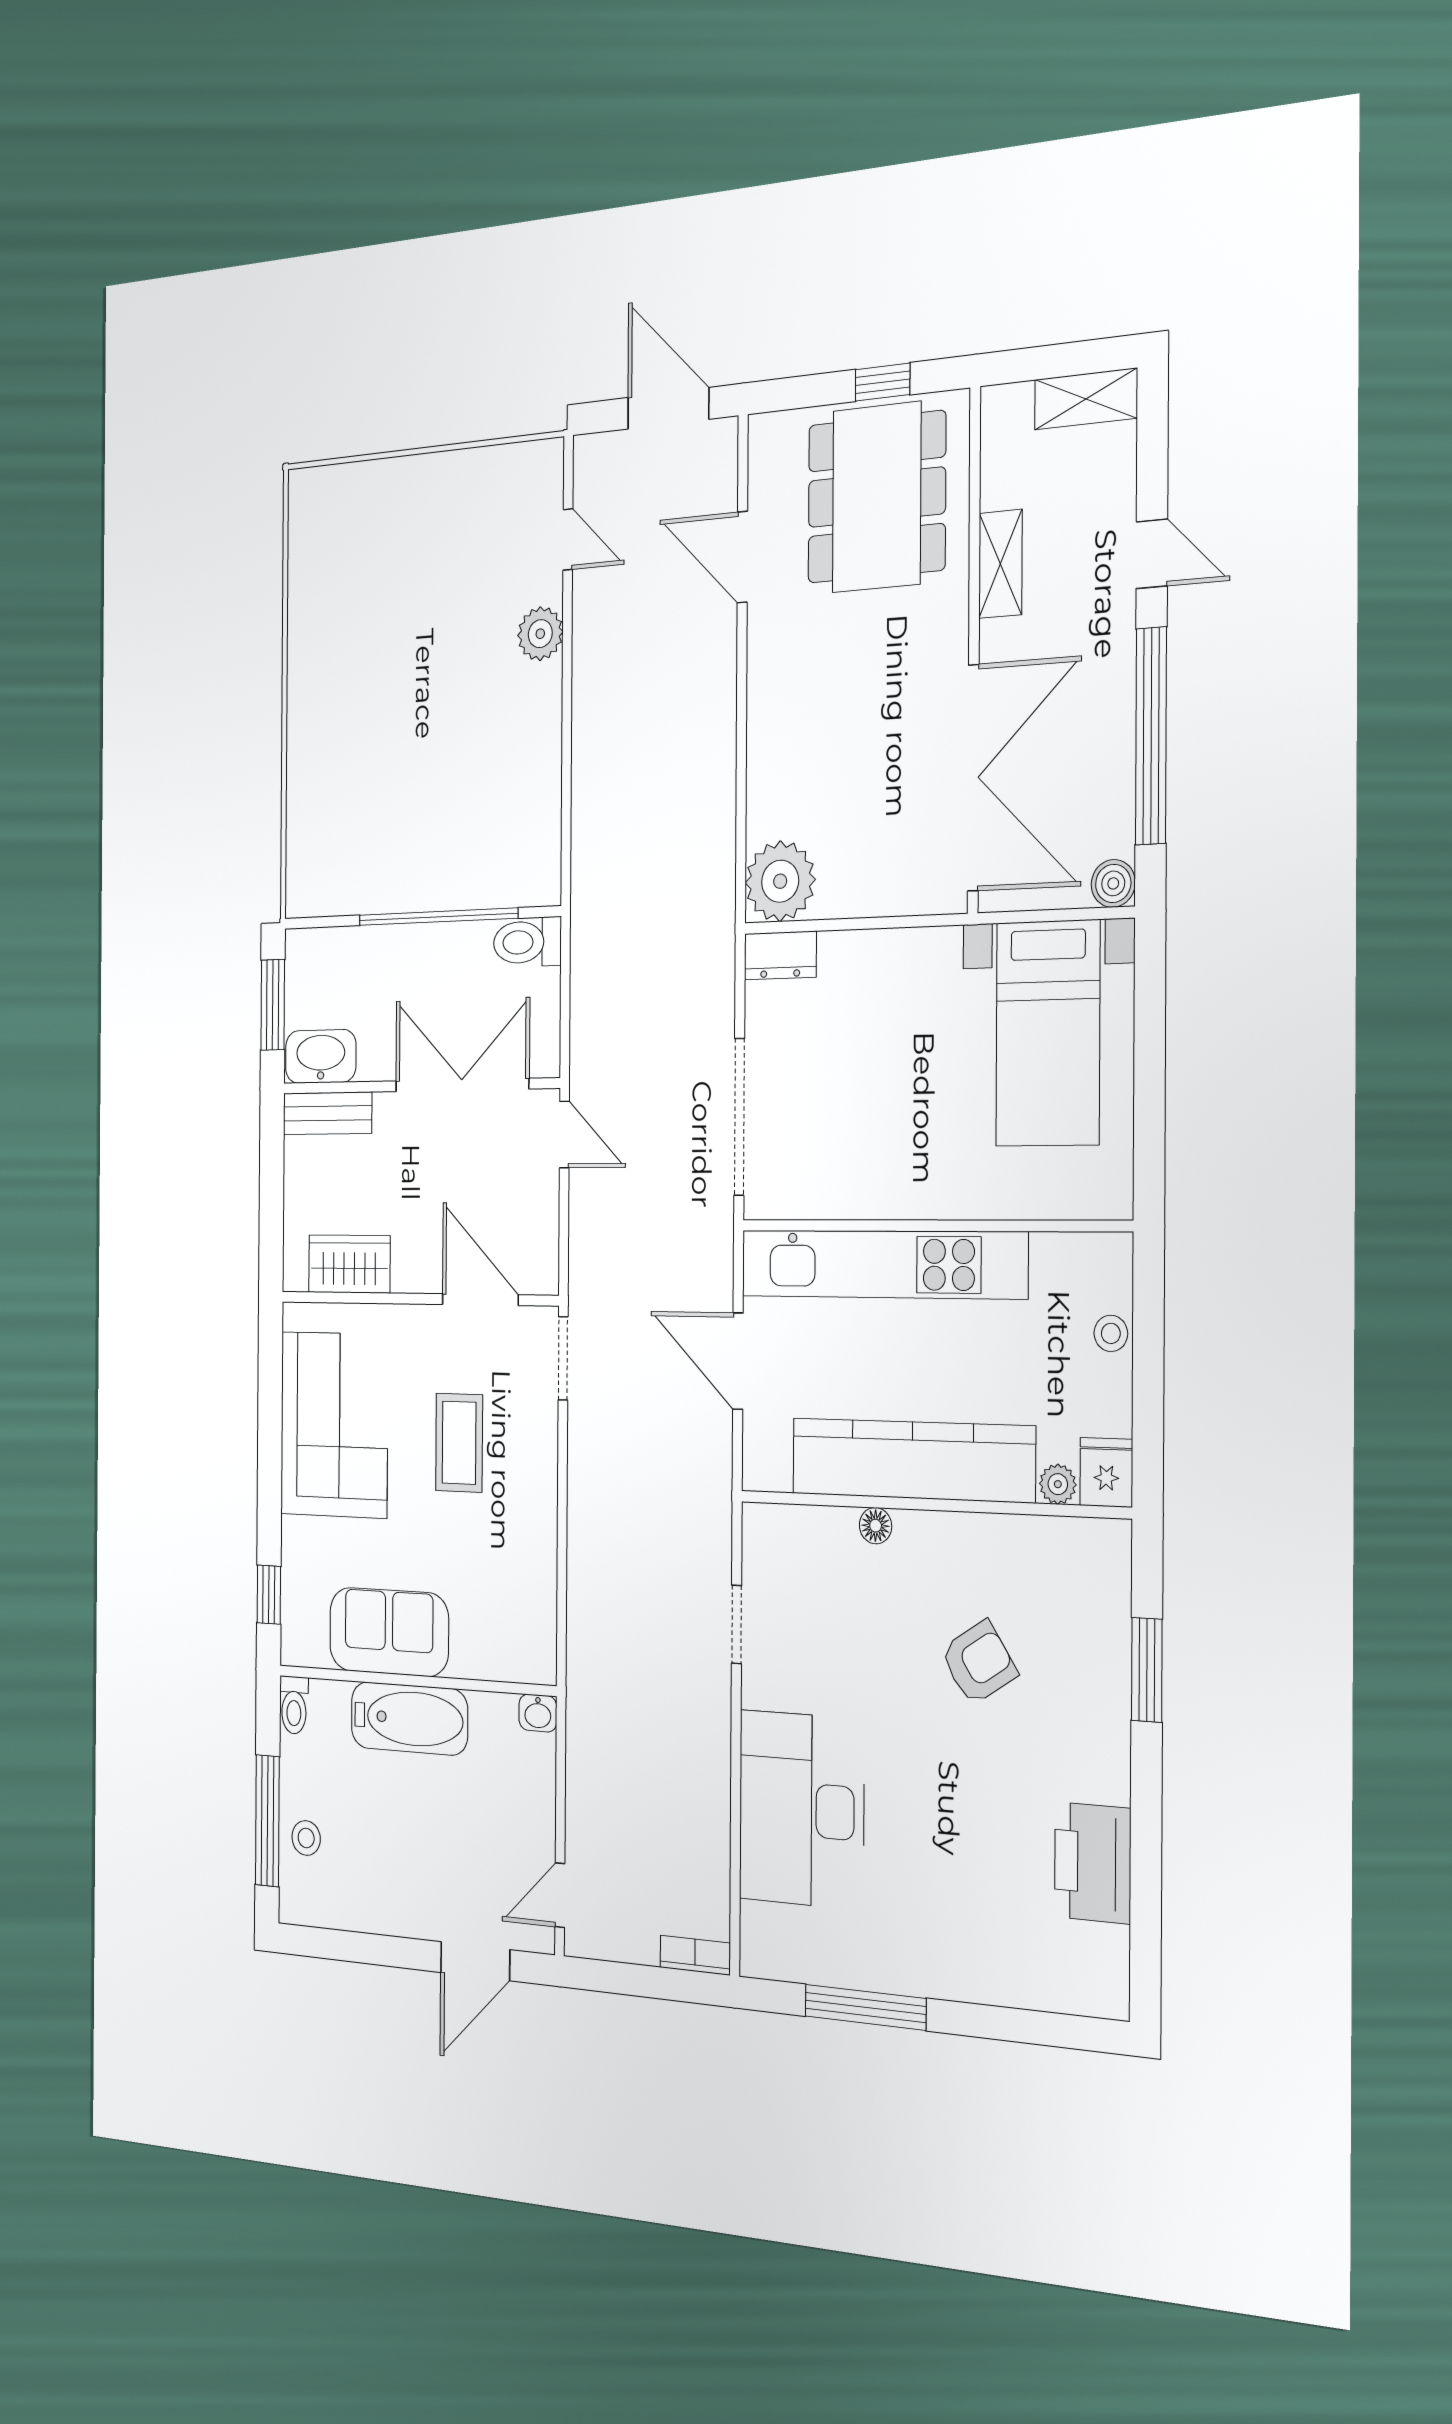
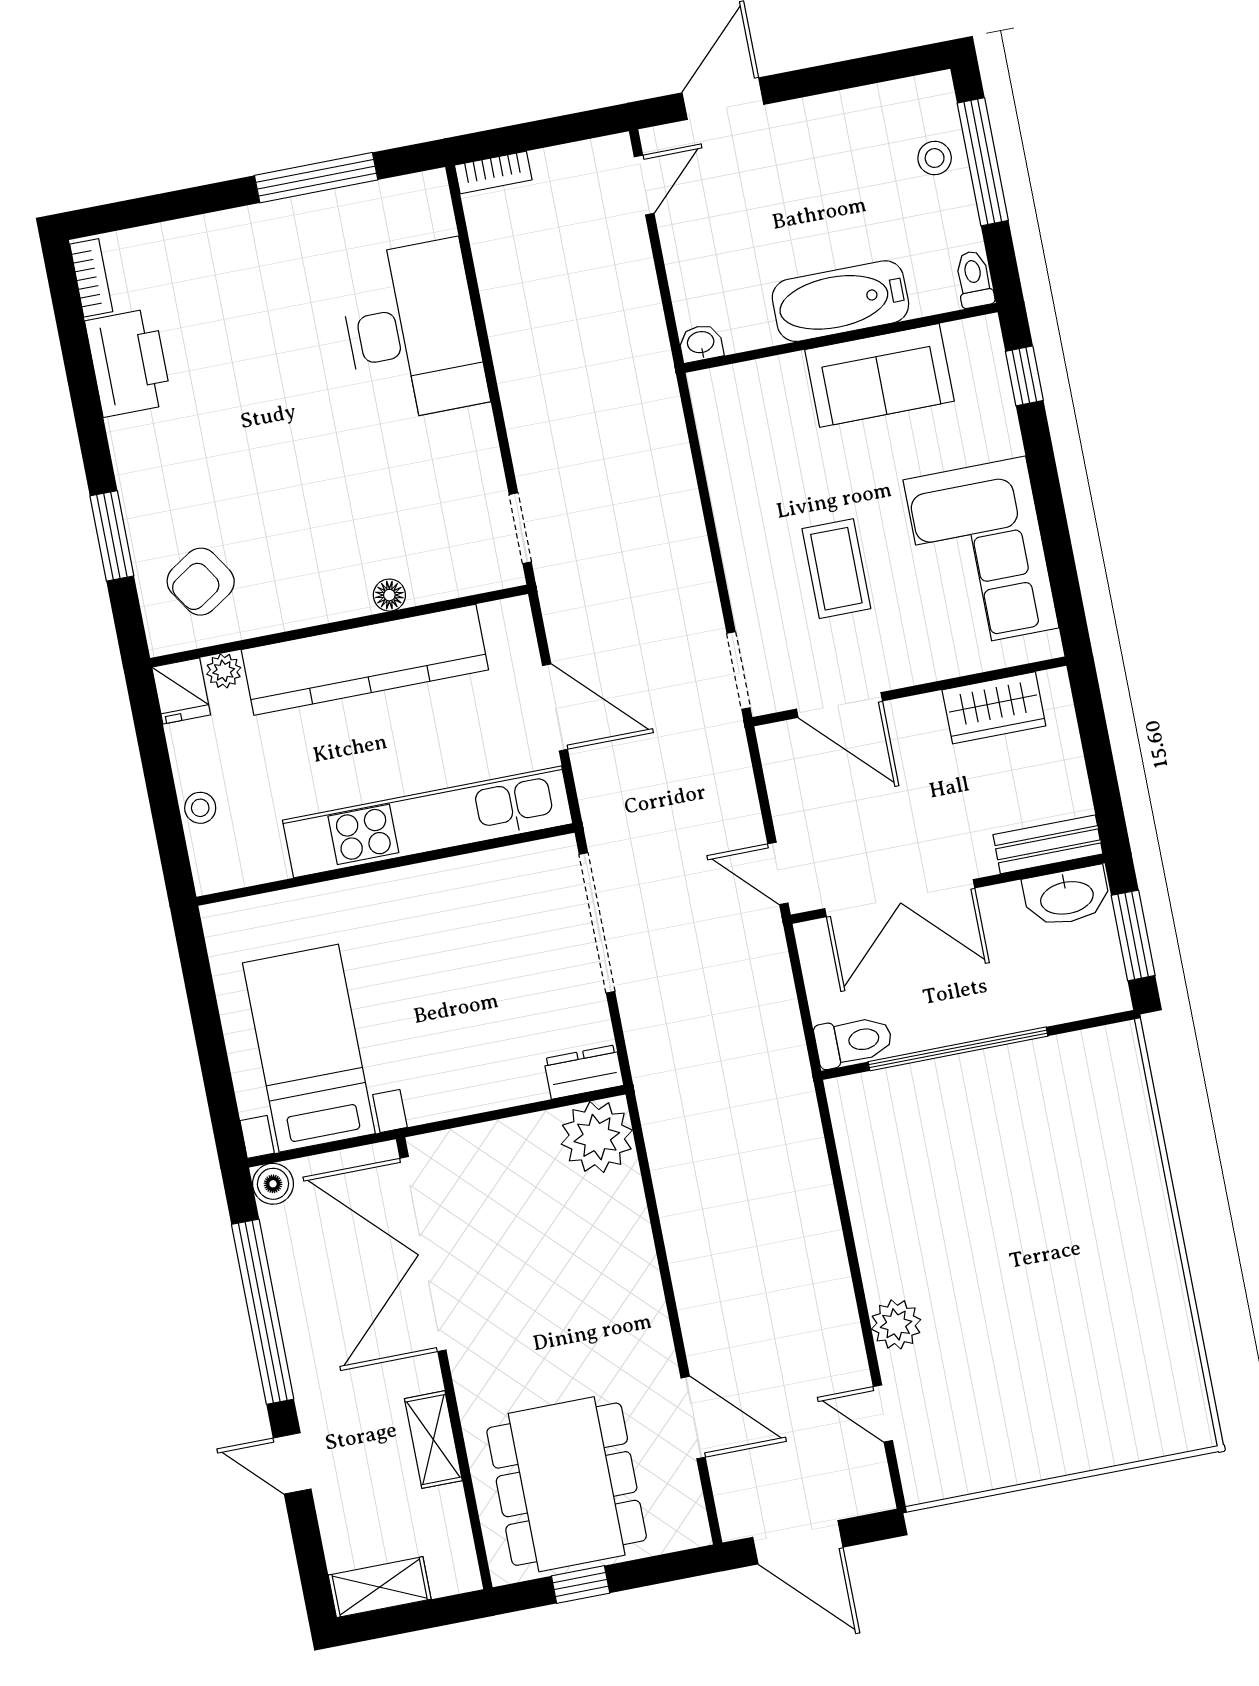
doorway: (736, 1624) -> (520, 528), moved
armchair: (979, 1663) -> (201, 582), moved
bookcase: (1114, 1971) -> (91, 278), added

